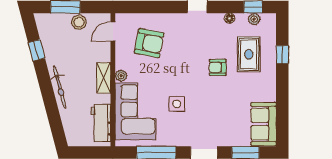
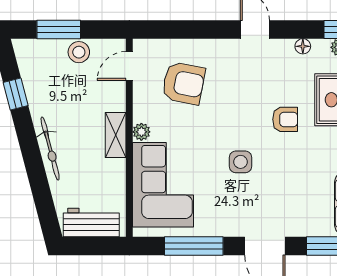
armchair: (218, 67) -> (285, 119), turned 180
side table: (177, 104) -> (241, 162), moved
workbench: (101, 123) -> (91, 223), moved, turned 90

